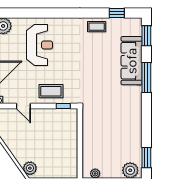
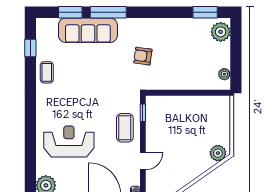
window: (146, 36) -> (70, 12), moved
armchair: (110, 106) -> (143, 56), added

